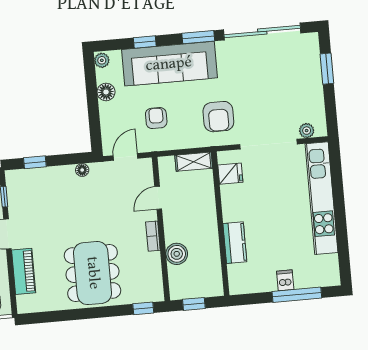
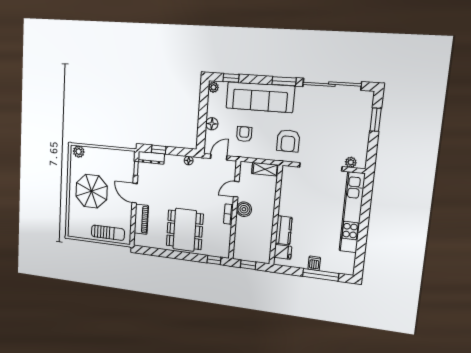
window: (145, 42) -> (231, 78), moved
floor lamp: (106, 92) -> (212, 124), moved
fridge: (230, 174) -> (283, 252), moved
dresser: (25, 177) -> (151, 158), added
boiler: (177, 254) -> (244, 209), moved

